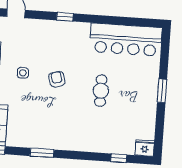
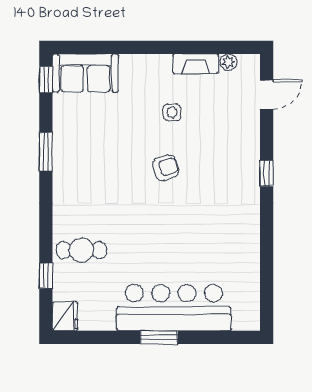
bar counter: (126, 40) -> (174, 308), moved, turned 90
cafe table: (101, 91) -> (81, 250), moved

